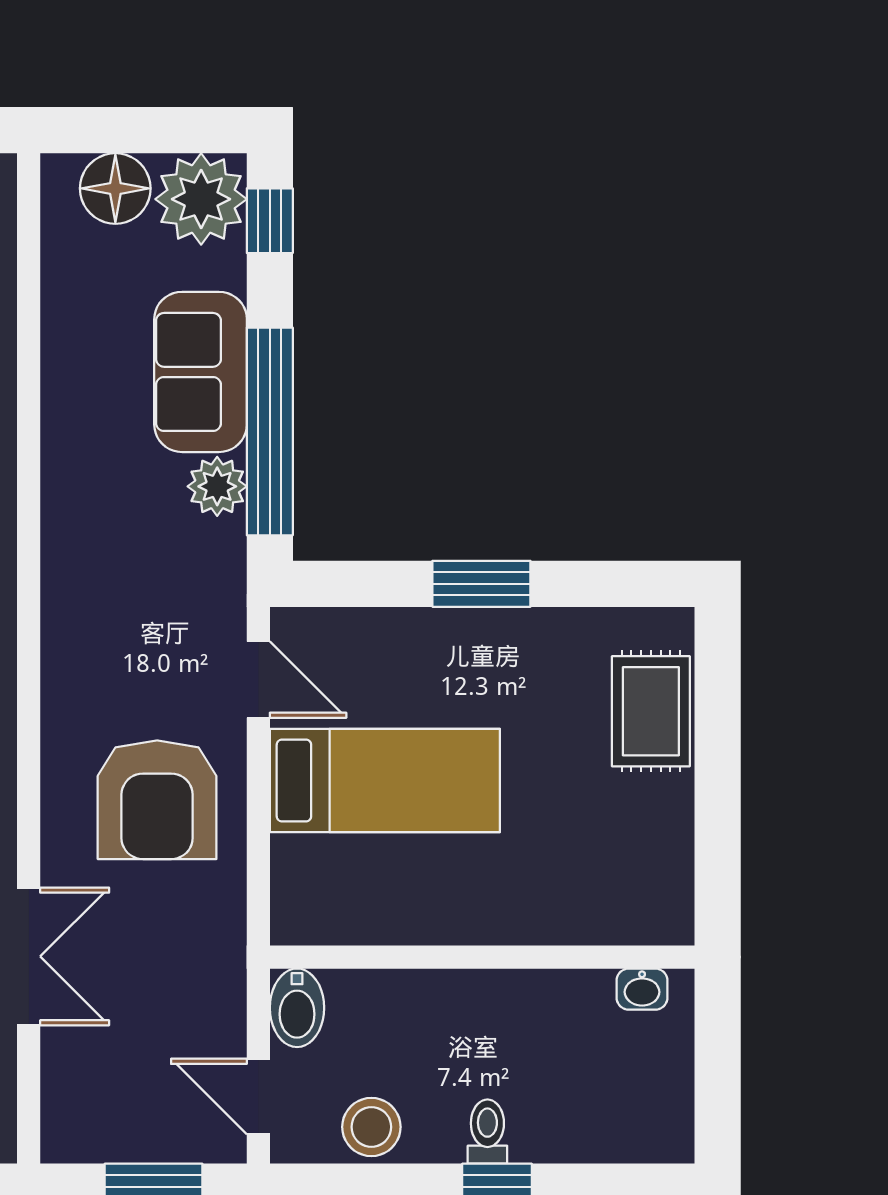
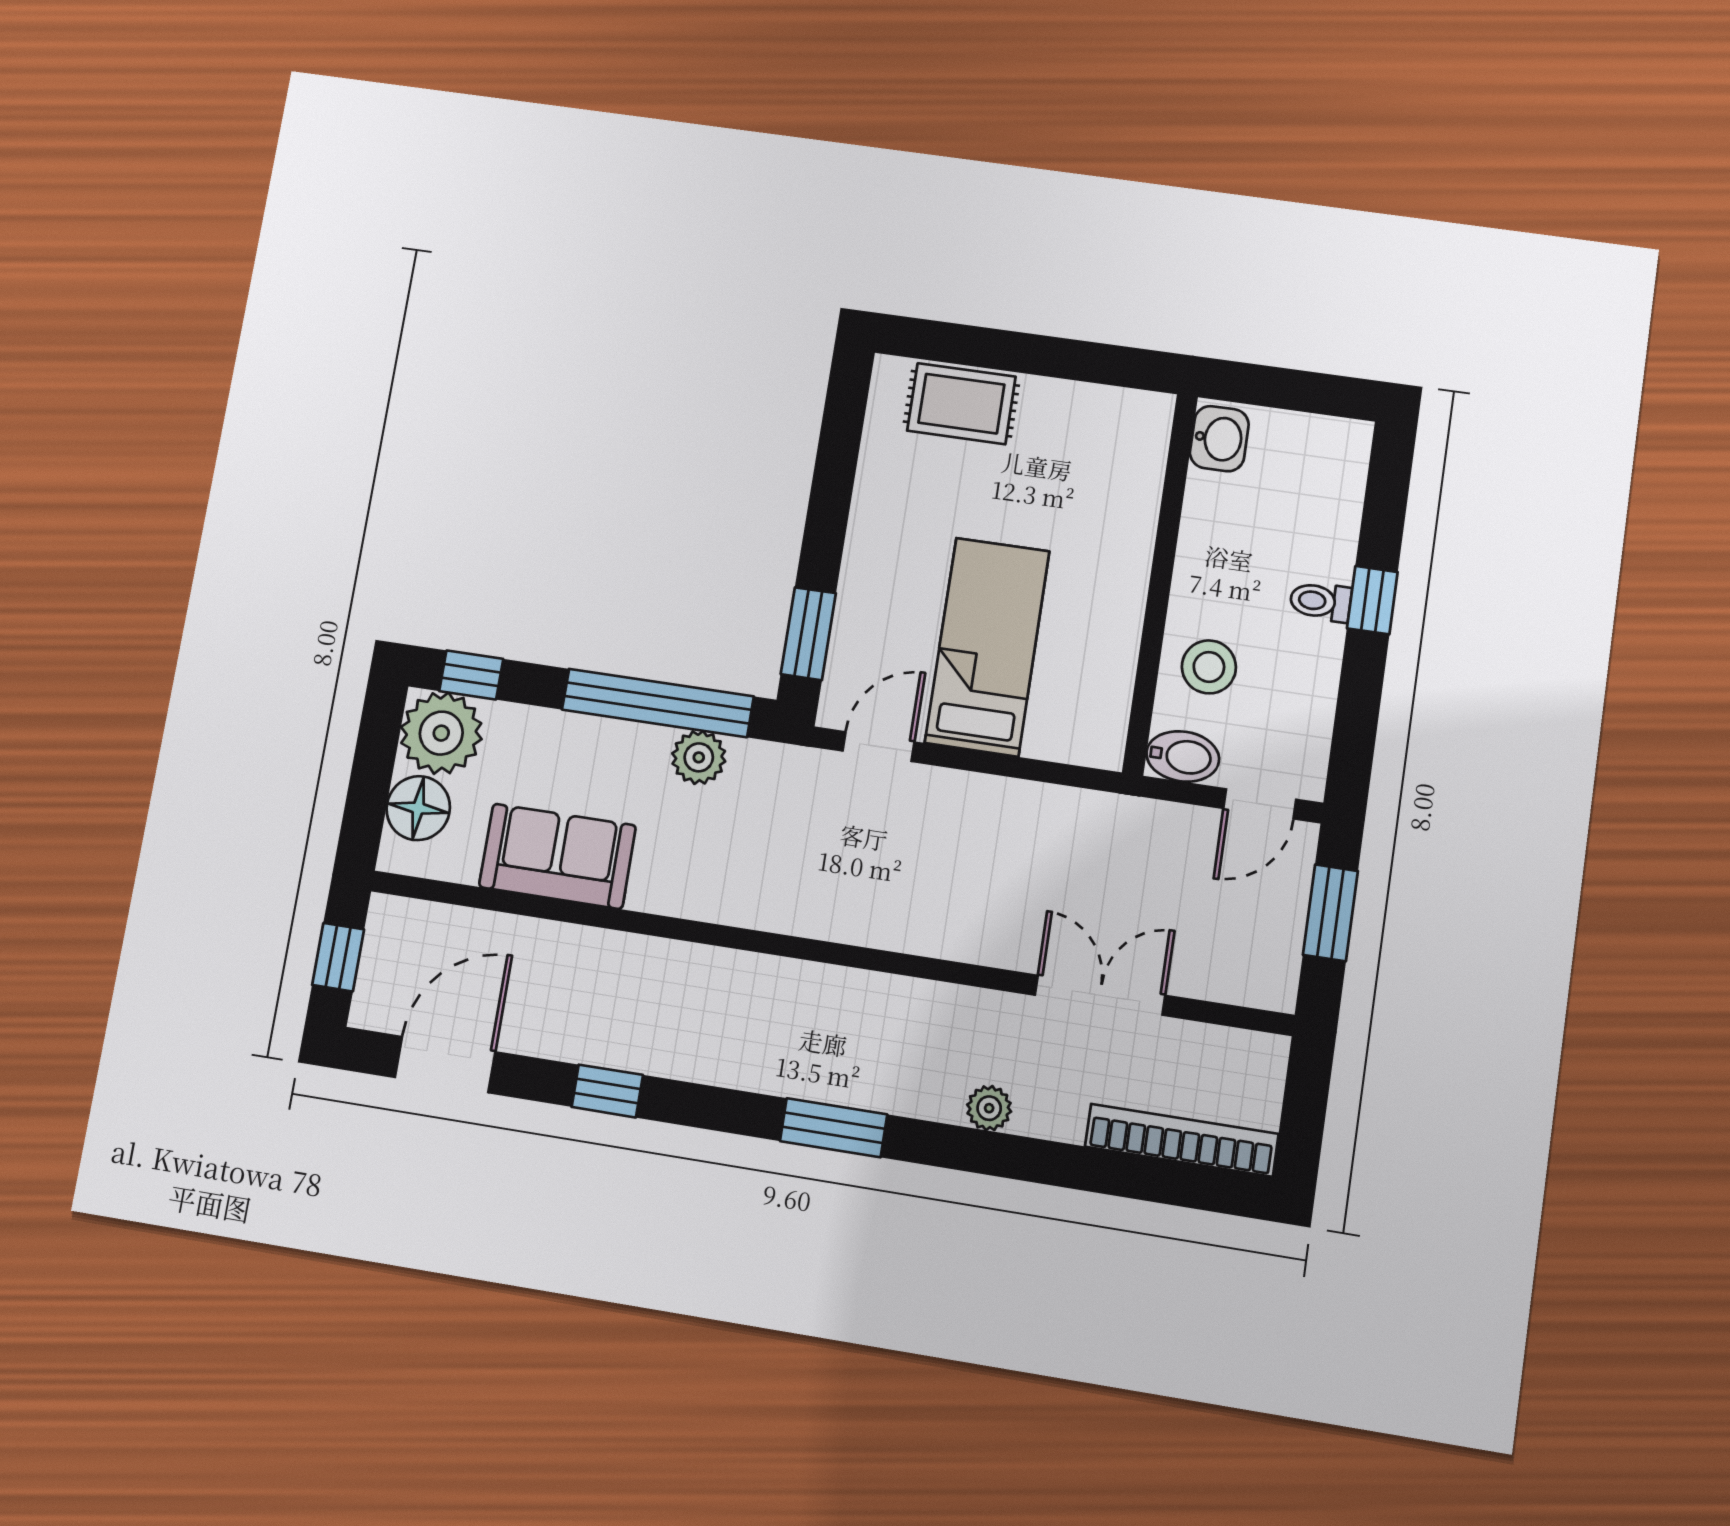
sofa: (201, 372) -> (557, 856), moved, turned 180
window: (481, 584) -> (808, 634), moved
armchair: (157, 800) -> (973, 855), removed
washbasin: (642, 989) -> (1219, 439), width x1.38, depth x1.45
stool: (371, 1127) -> (1209, 667), moved

